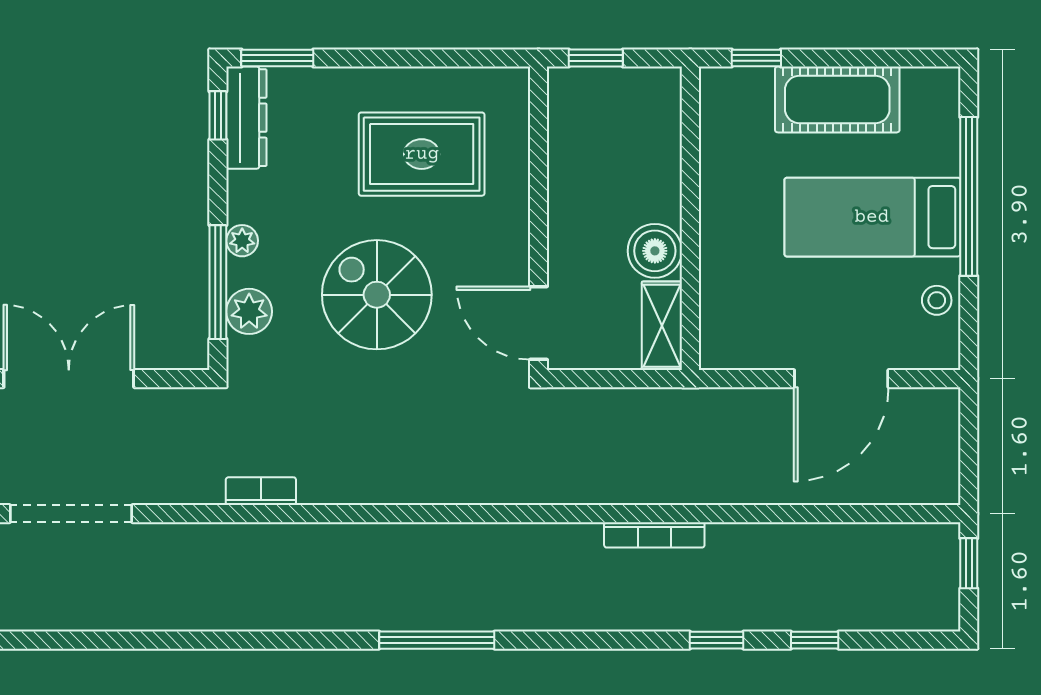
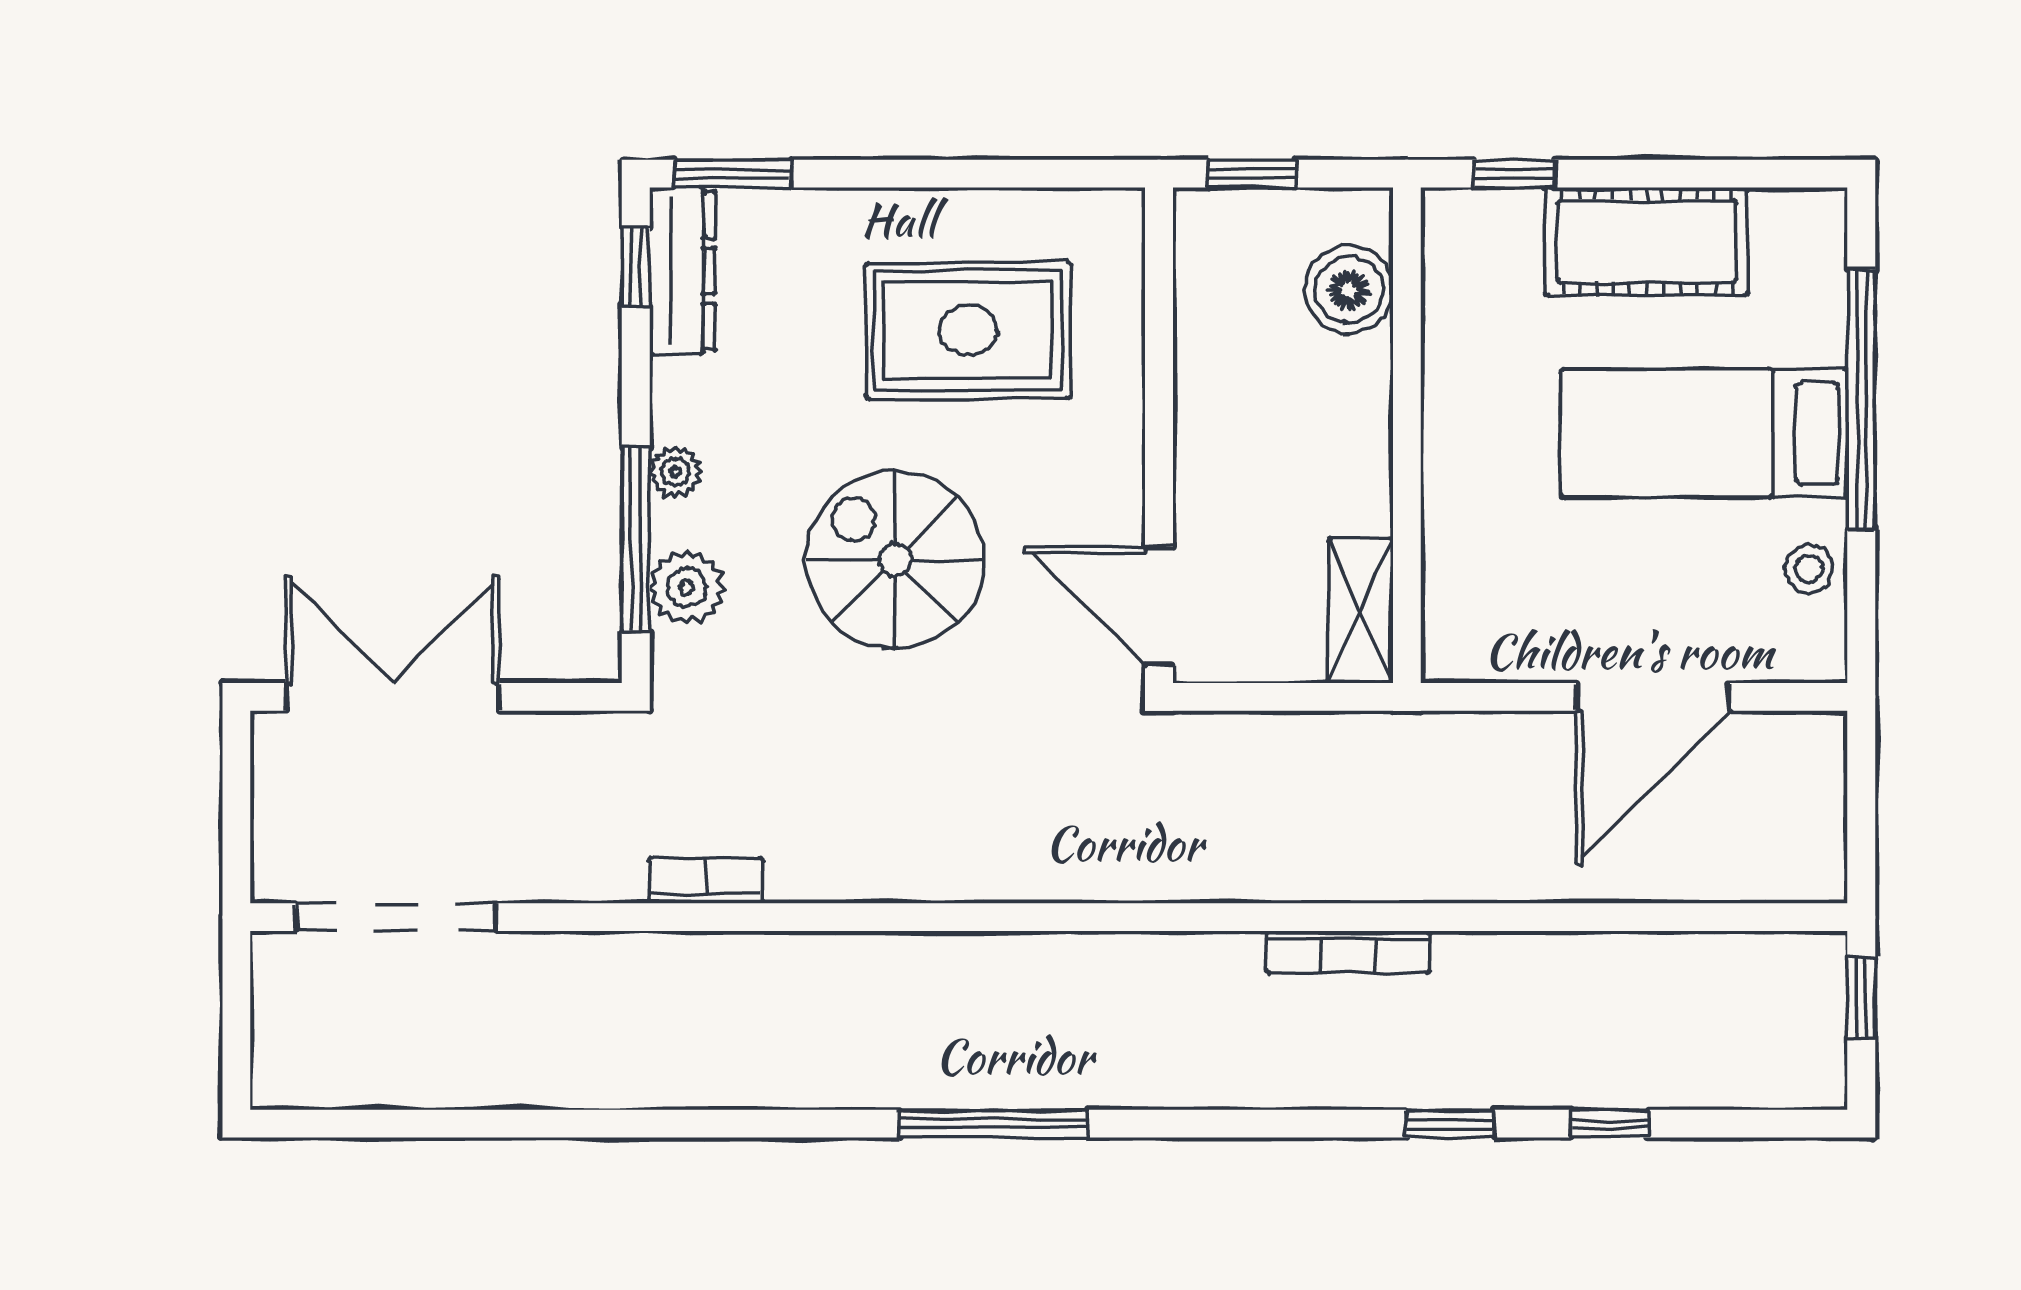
boiler: (655, 251) -> (1349, 290), moved

